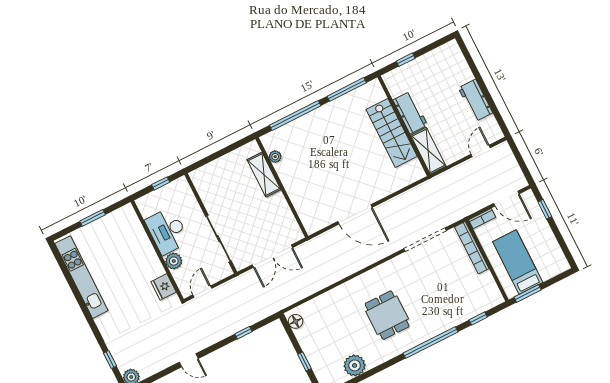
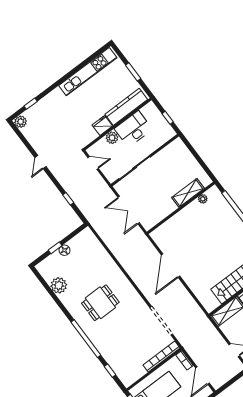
kitchen counter: (137, 235) -> (126, 107), added
fridge: (164, 287) -> (102, 125), moved
floor lamp: (296, 321) -> (65, 250), moved

